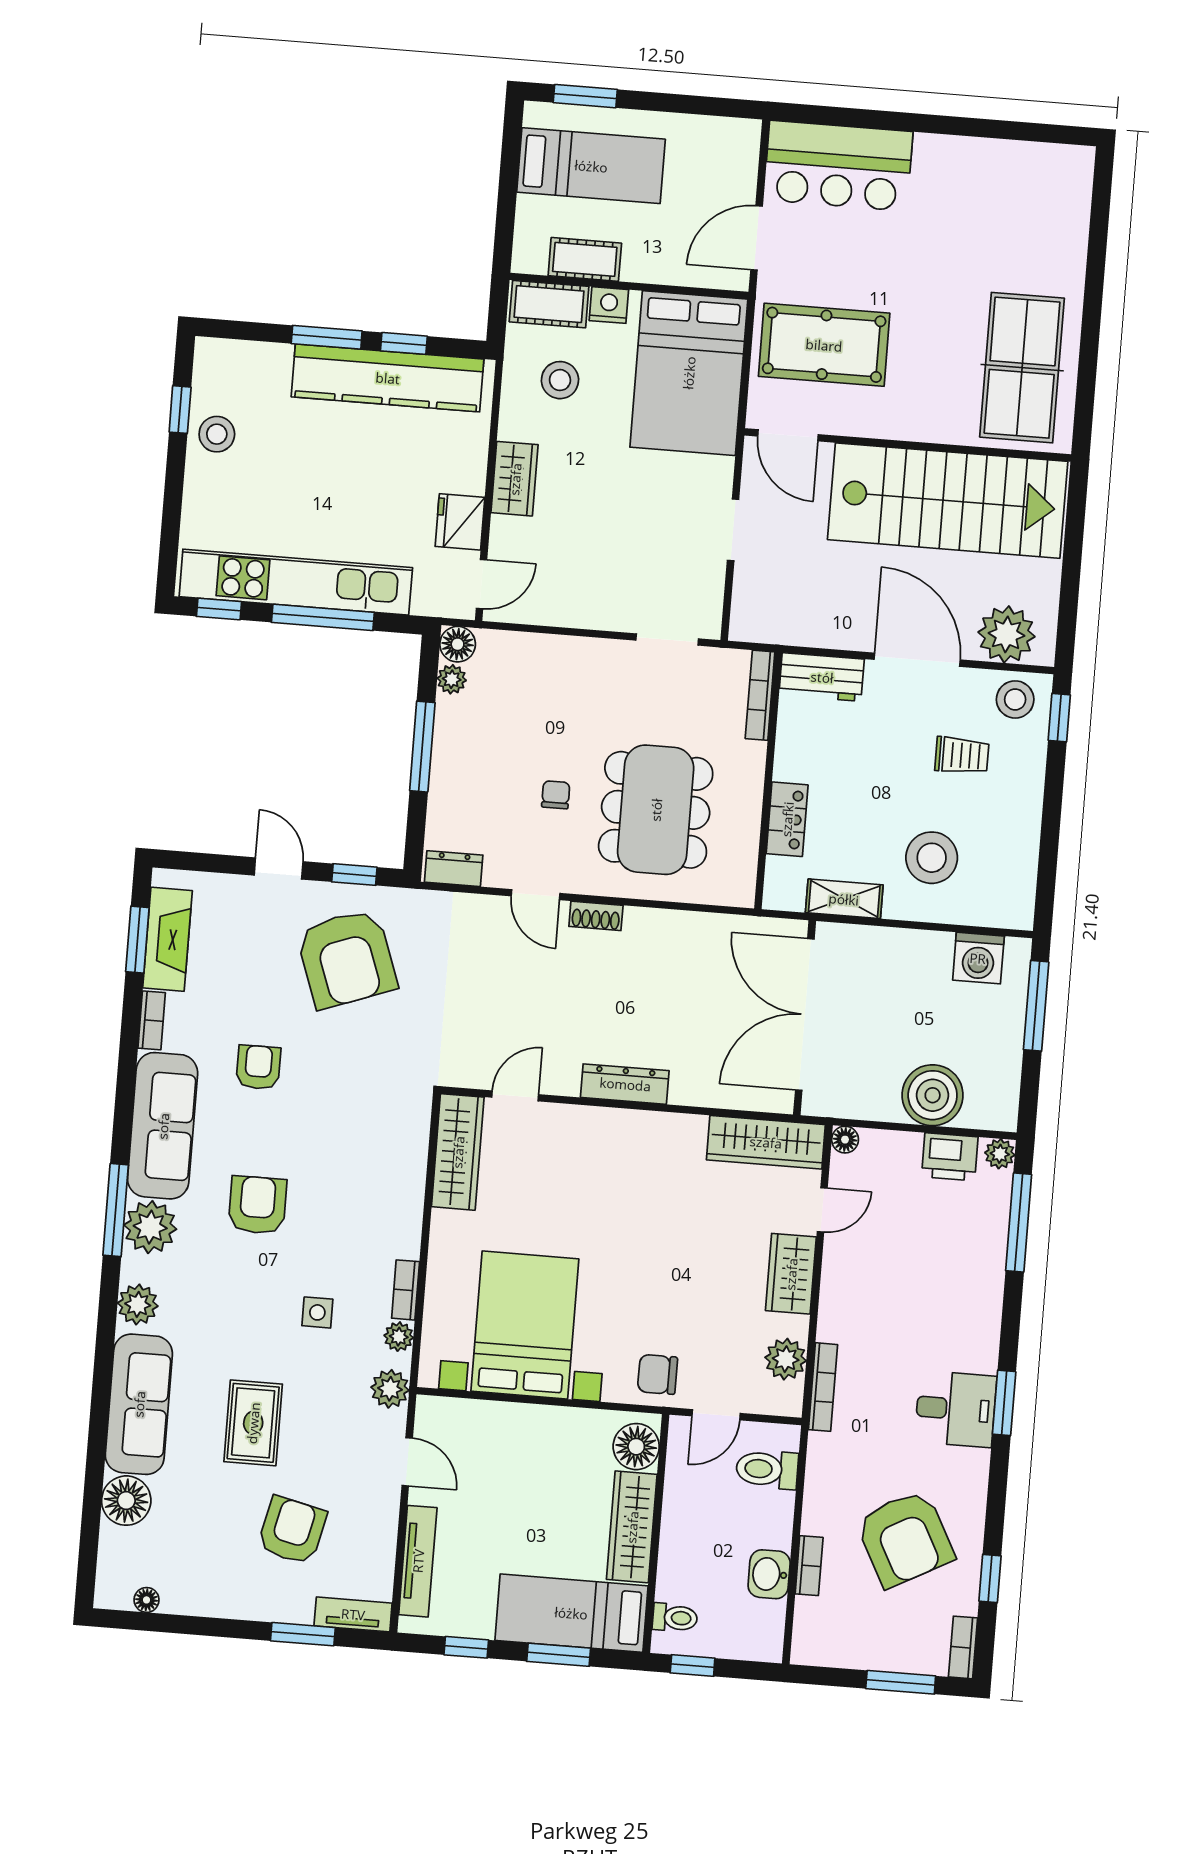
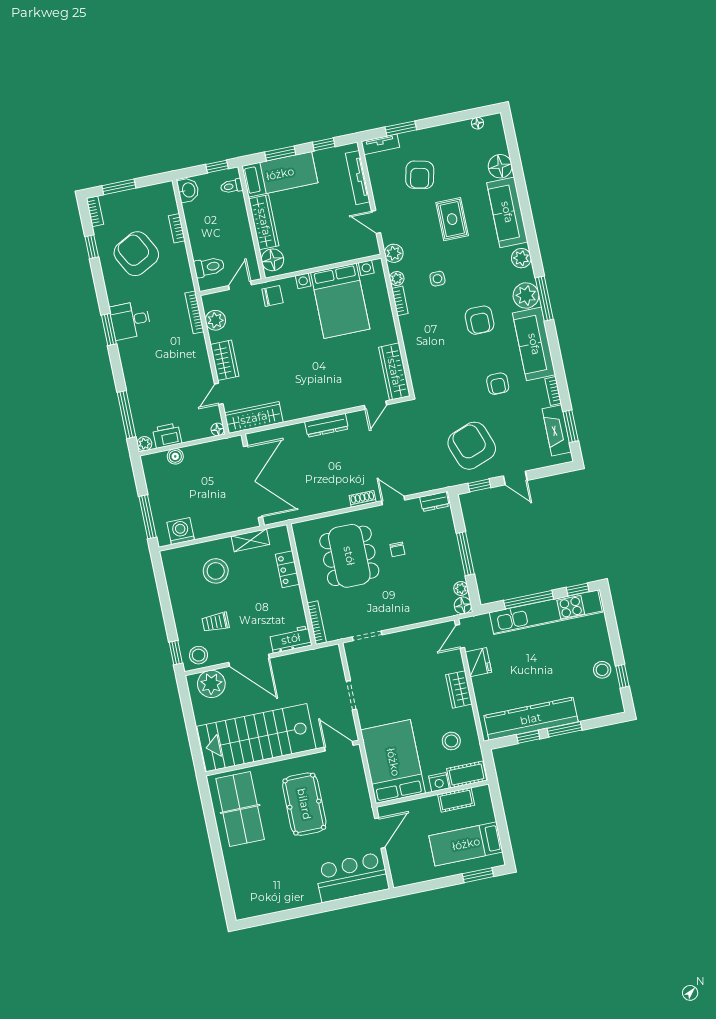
pool table: (824, 345) -> (304, 804), moved, turned 90
boiler: (933, 1095) -> (175, 456), width x0.54, depth x0.54
washbasin: (769, 1574) -> (188, 190), moved

